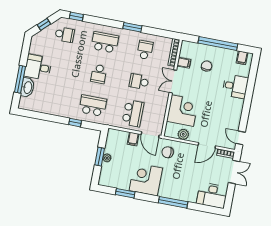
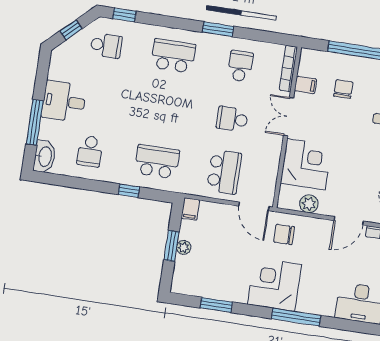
school desk: (99, 74) -> (90, 151), moved
washbasin: (27, 87) -> (45, 157), moved
filing cabinet: (133, 139) -> (190, 209), moved
corner desk: (146, 179) -> (275, 284), moved

